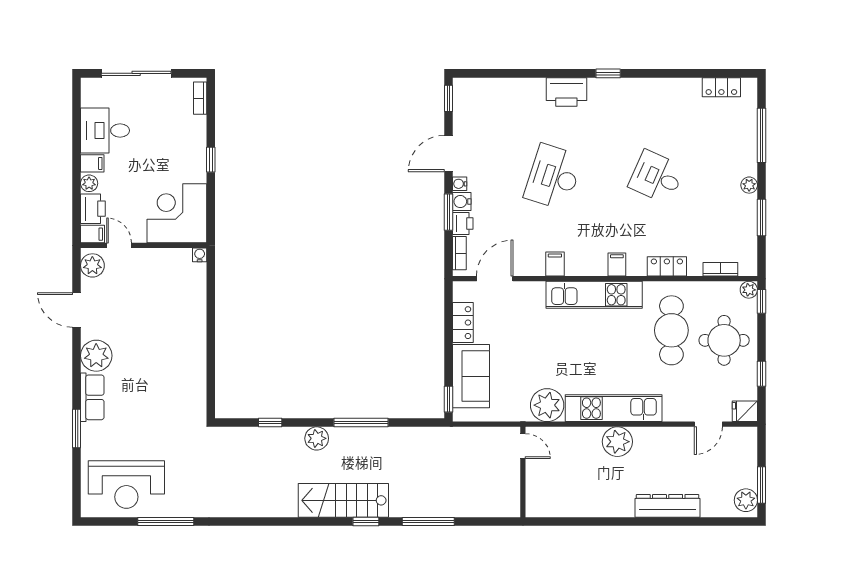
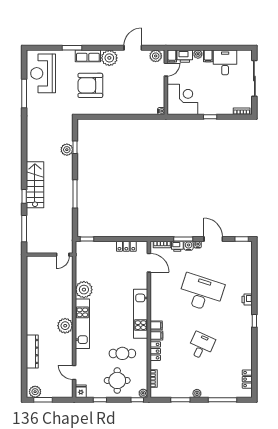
printer: (566, 92) -> (247, 300), width x0.53, depth x0.68
desk: (553, 177) -> (201, 293), width x1.36, depth x1.30
filing cabinet: (555, 264) -> (156, 336), moved
cafe table: (671, 330) -> (122, 353), width x0.73, depth x0.74
sofa: (471, 376) -> (99, 250), removed
armchair: (150, 393) -> (90, 85), added
plant: (317, 438) -> (67, 150), moved
door: (523, 446) -> (63, 255), moved
wall: (523, 472) -> (50, 255), moved

